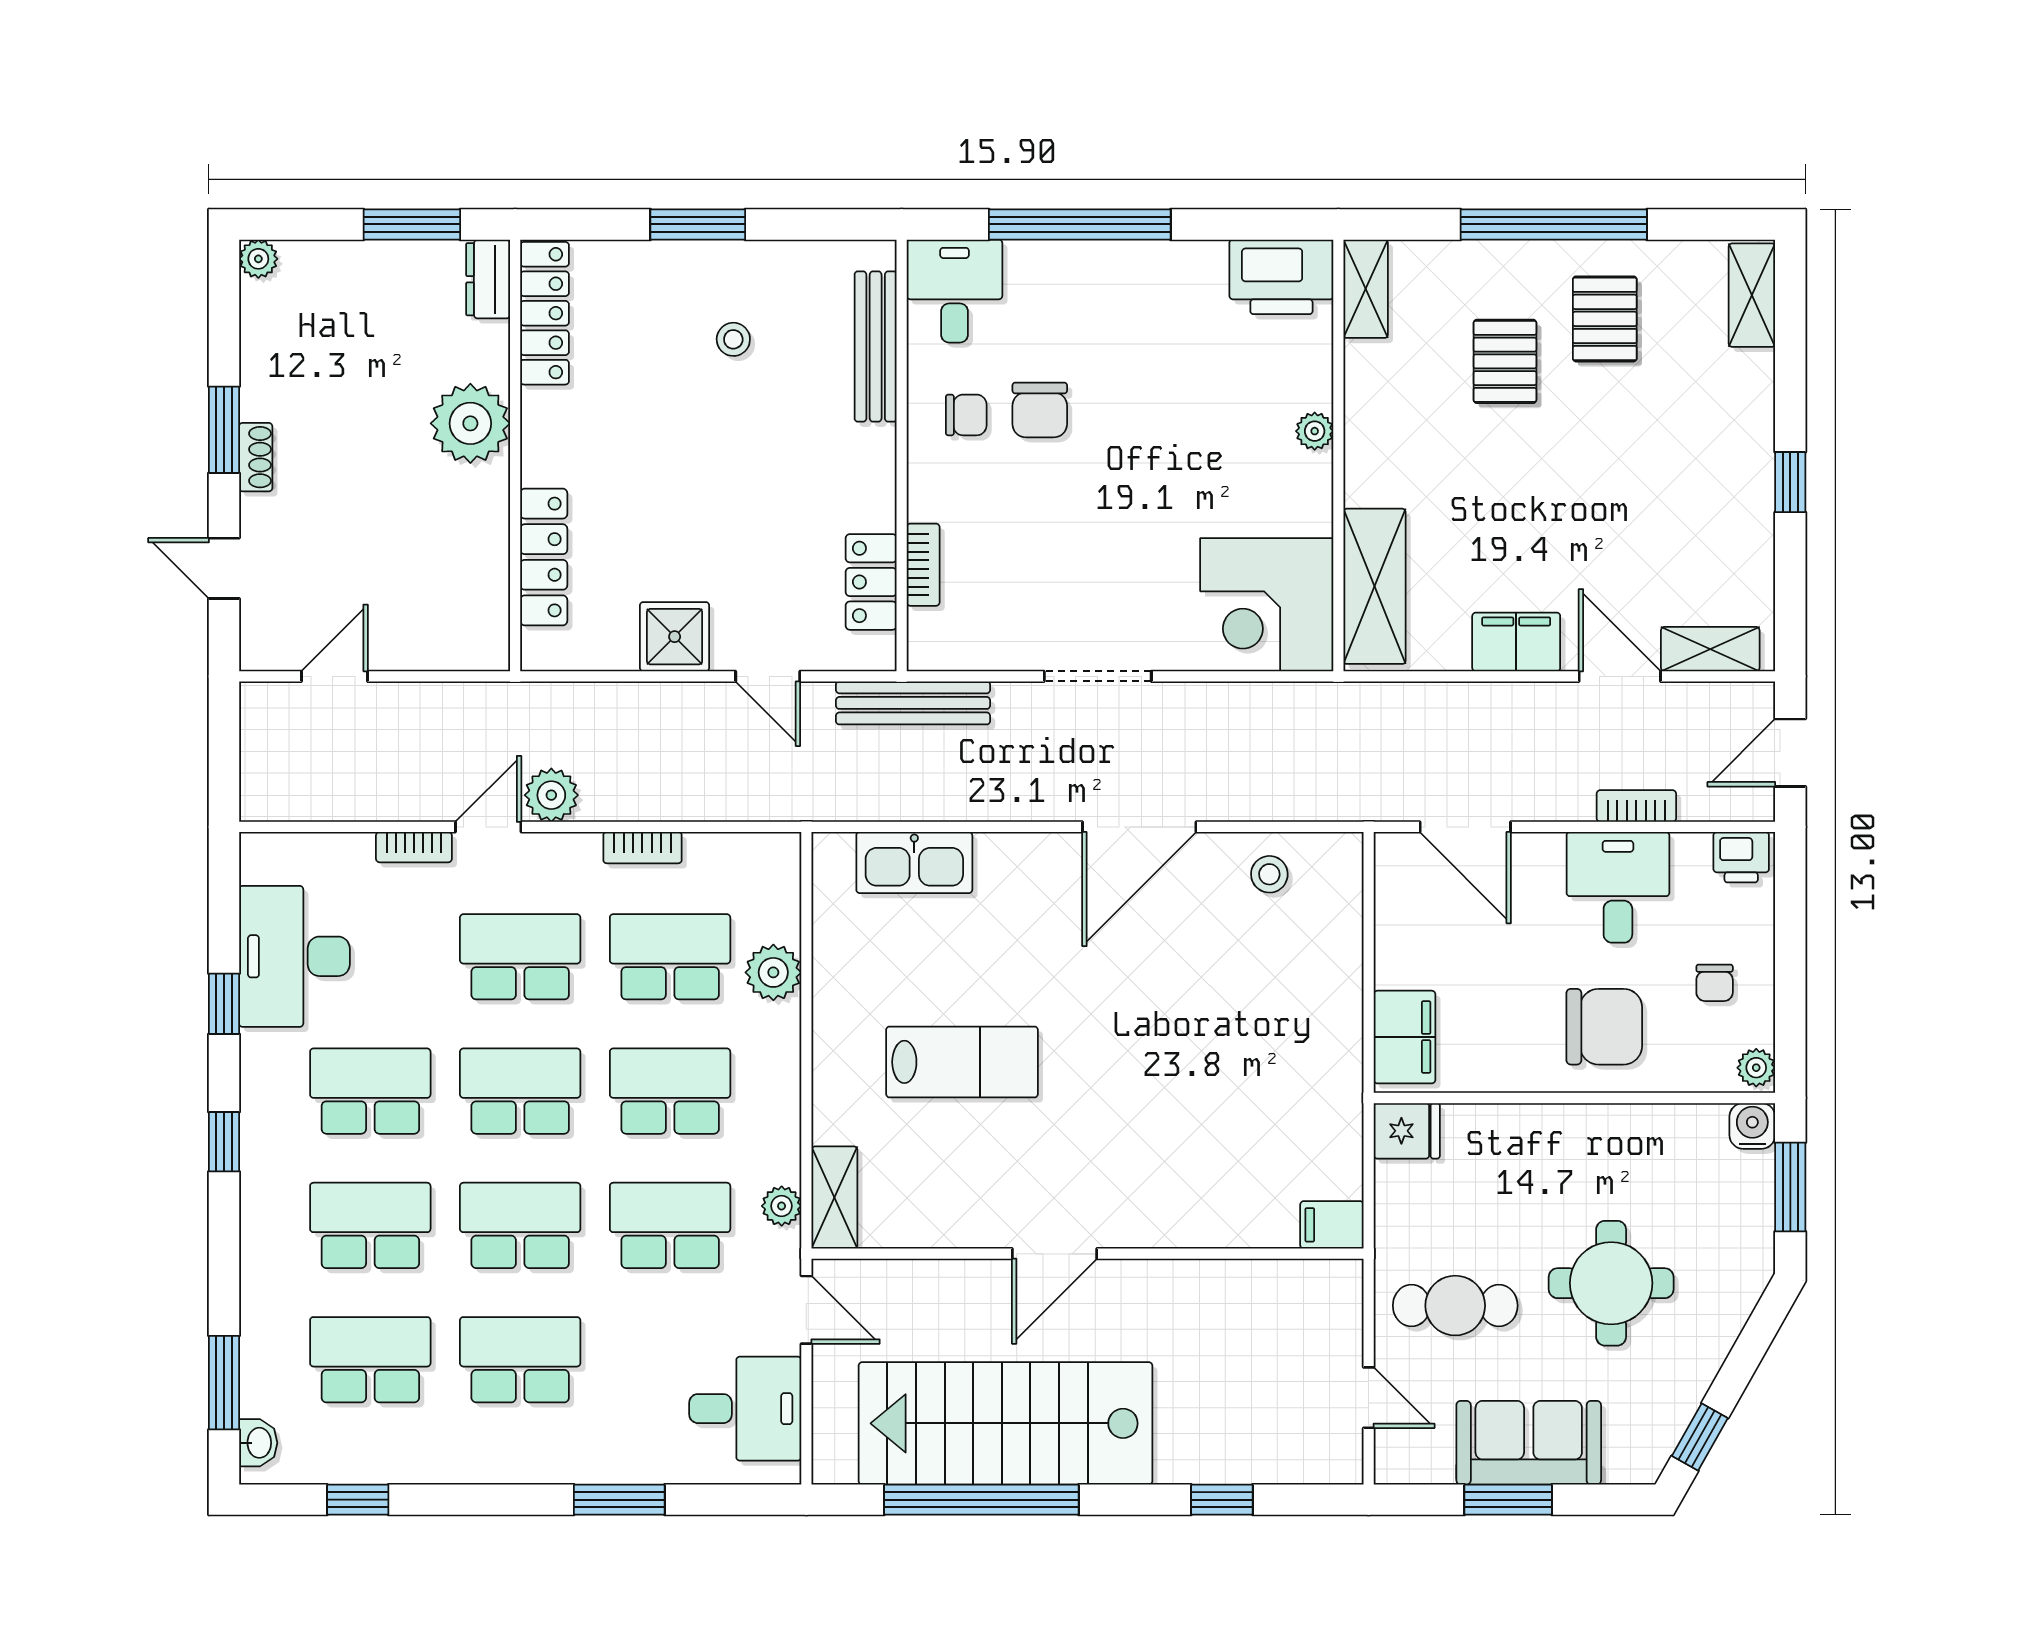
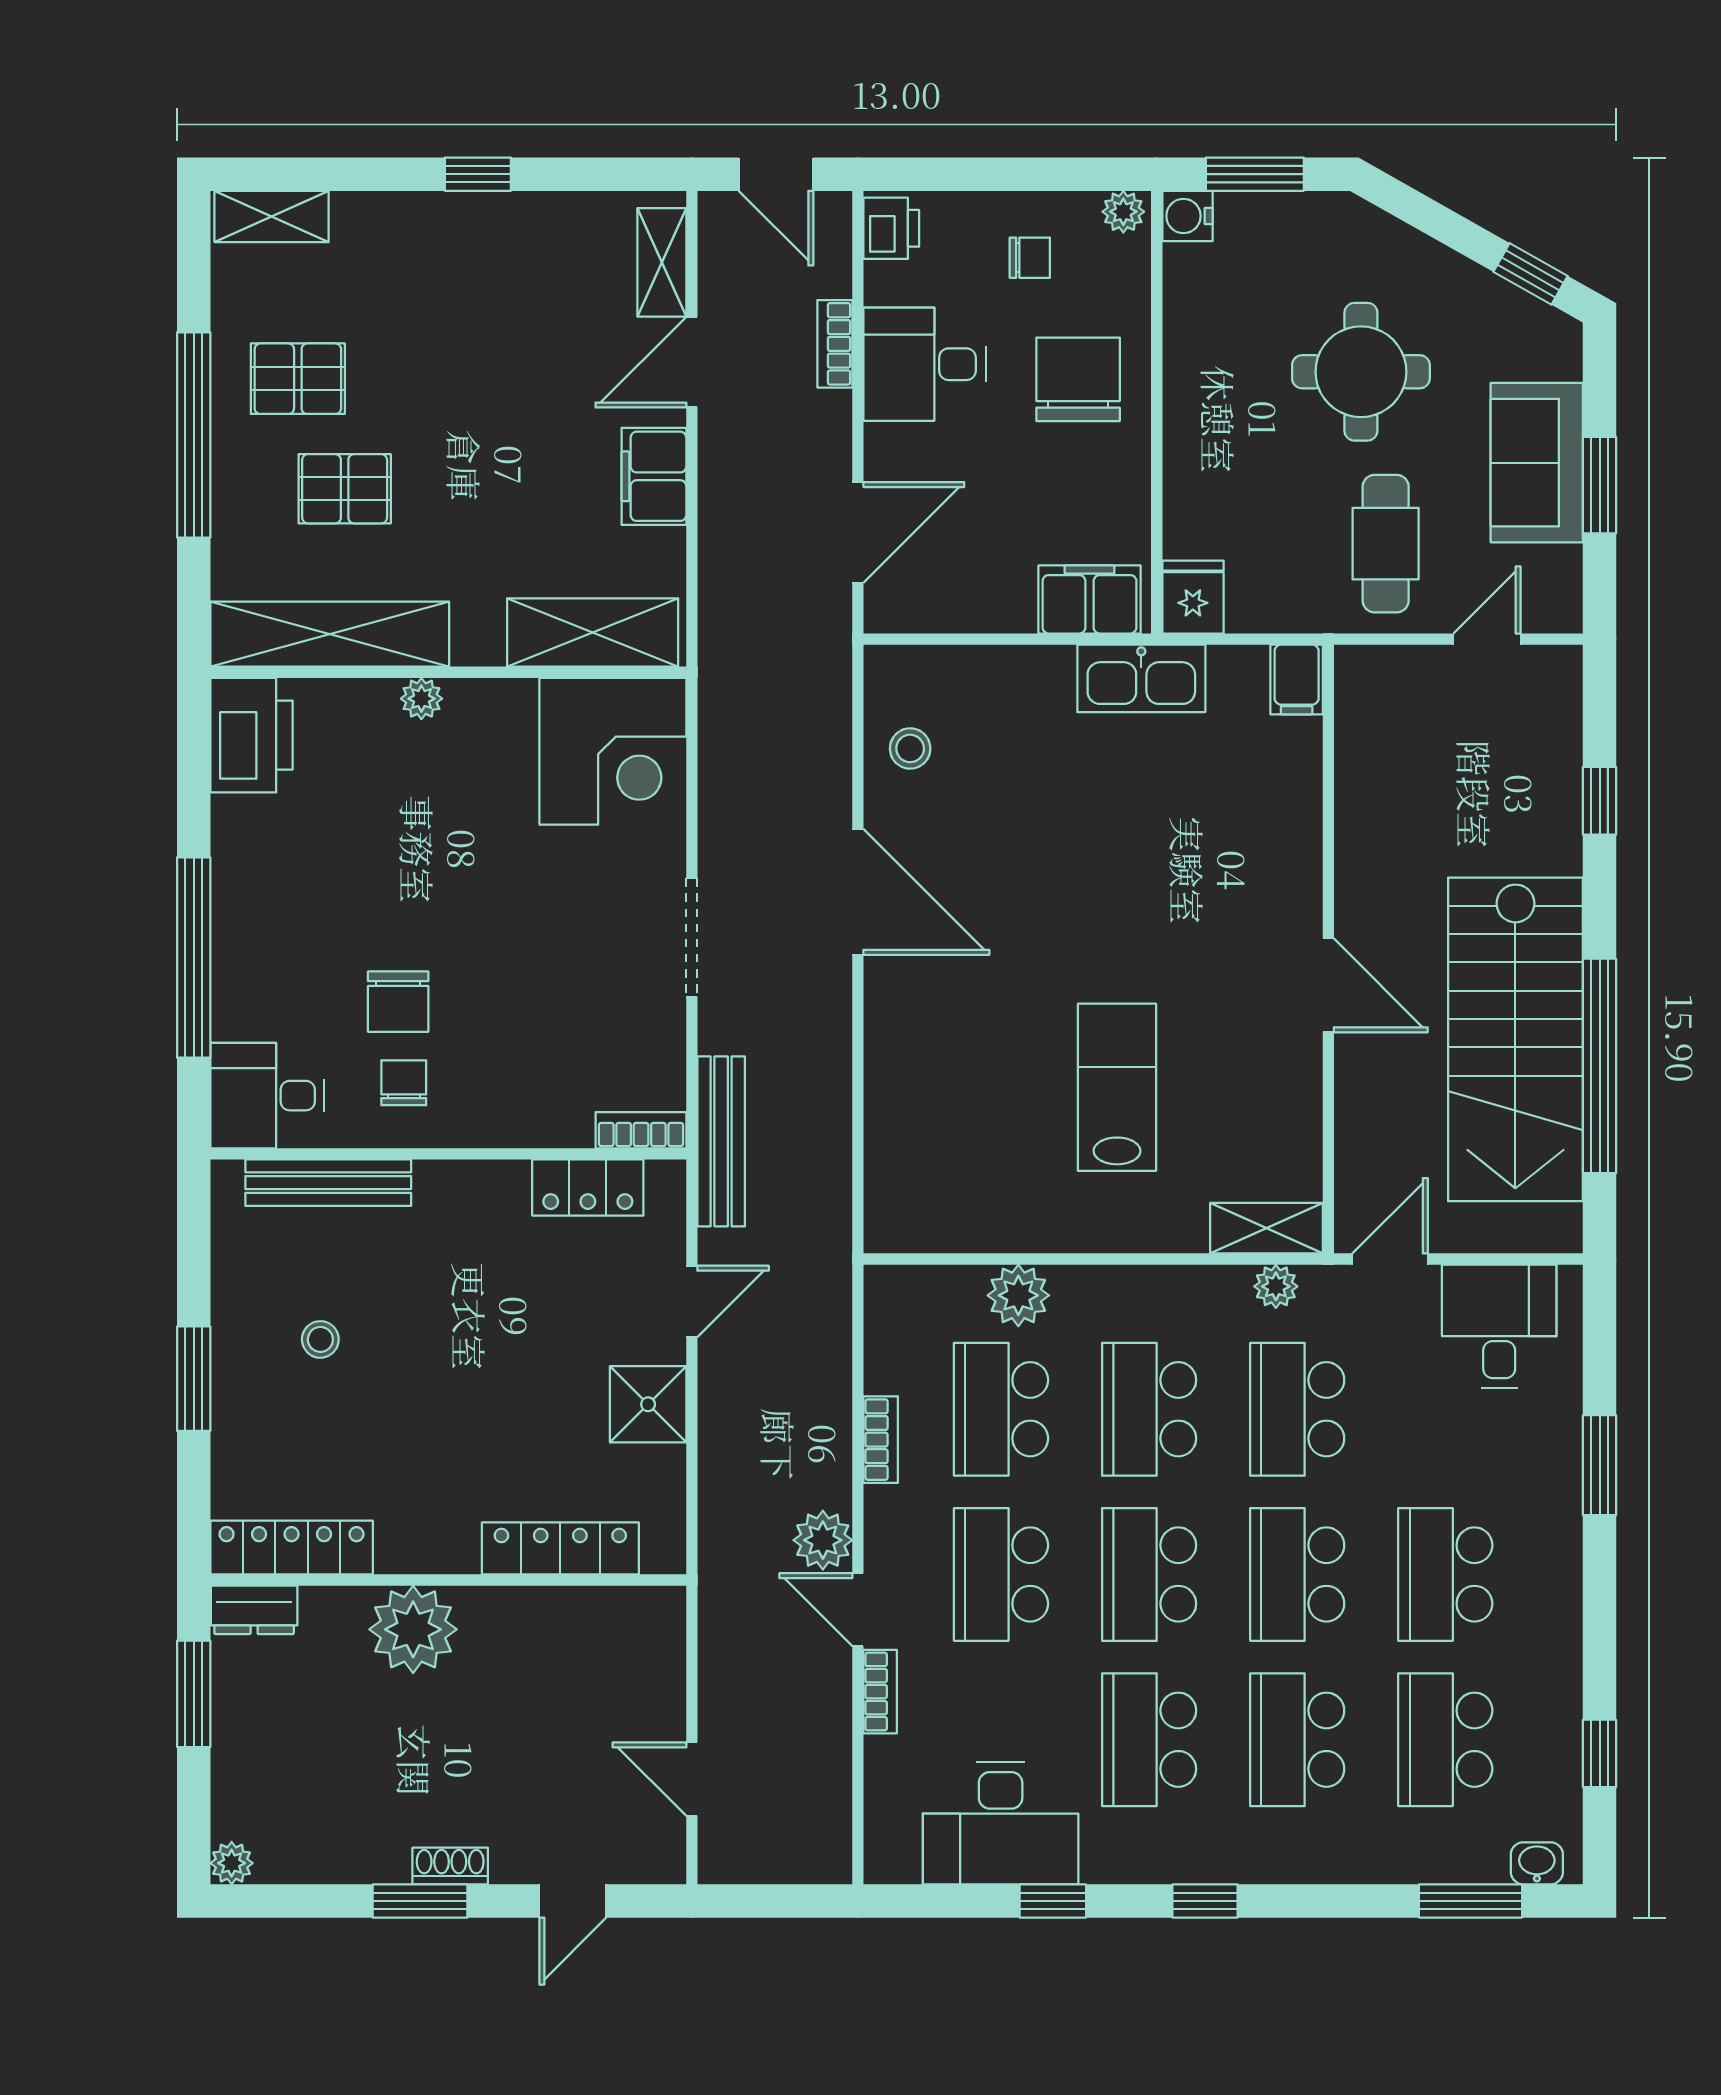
shelving: (1366, 289) -> (330, 634), width x2.20, depth x1.33
chair: (1040, 410) -> (398, 1002), turned 90
bookcase: (923, 565) -> (641, 1130), moved
kitchen sink: (914, 863) -> (1141, 678), moved, turned 90

